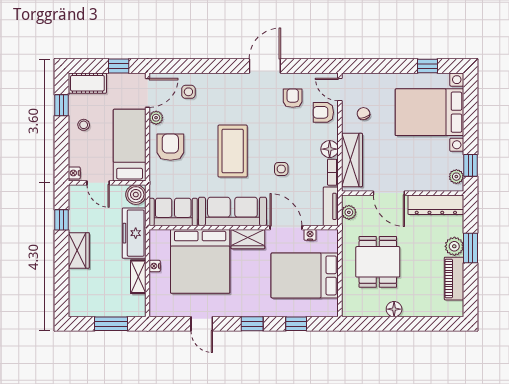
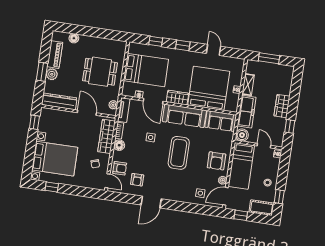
plant: (456, 177) -> (44, 117), removed
dining table: (378, 262) -> (100, 72), turned 90
floor lamp: (394, 309) -> (74, 38), moved

